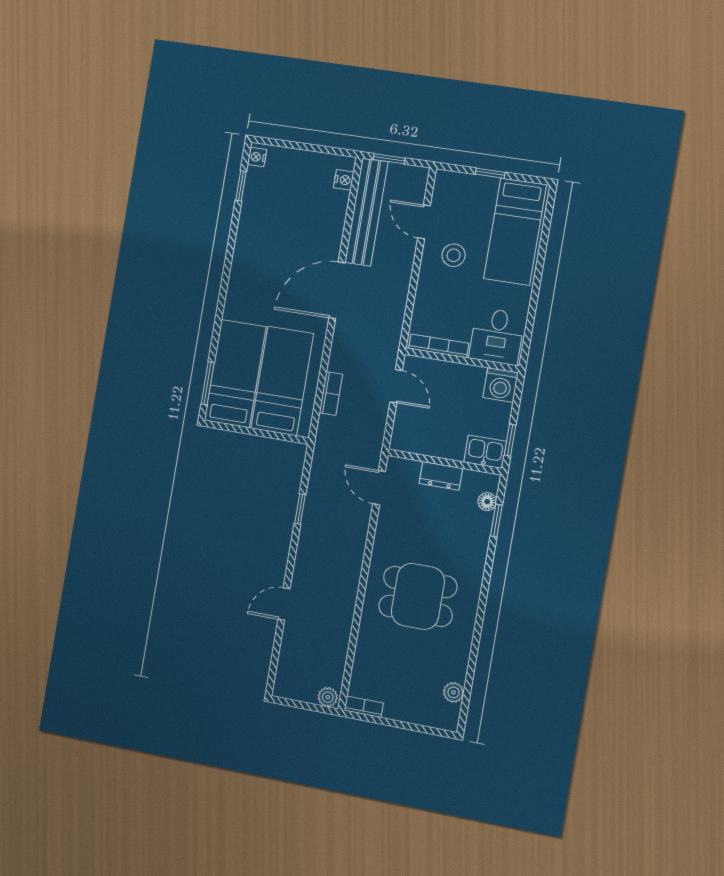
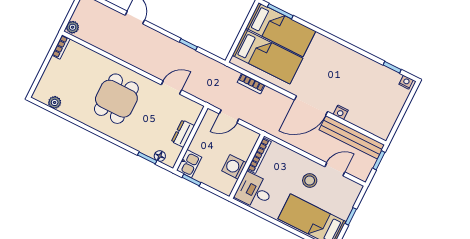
nightstand: (344, 180) -> (341, 112), moved
door: (337, 290) -> (311, 106), swing flipped
washing machine: (501, 385) -> (234, 167), moved
door: (396, 386) -> (229, 116), moved
door: (379, 488) -> (171, 87), moved

